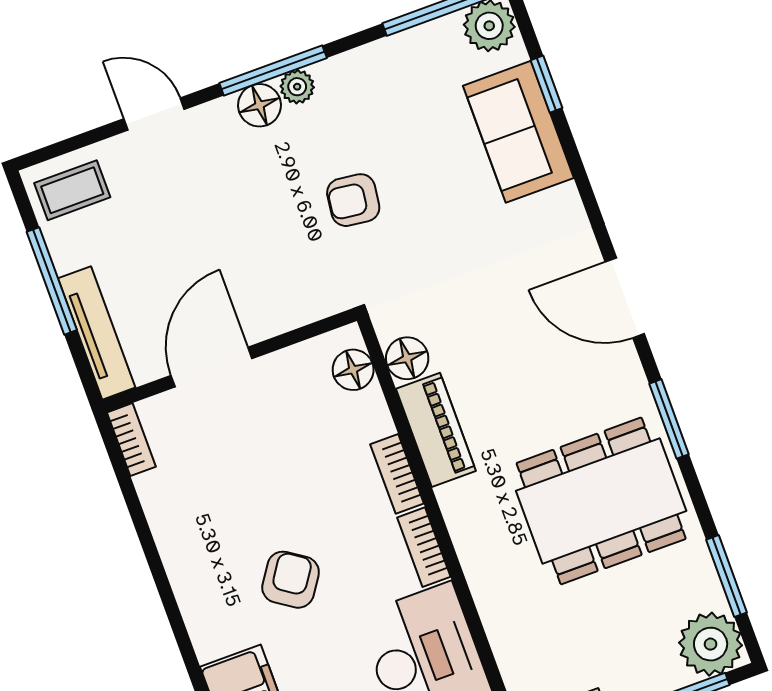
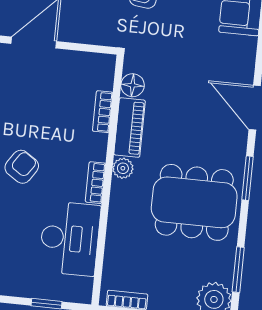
floor lamp: (353, 370) -> (103, 78), removed
bookcase: (397, 474) -> (103, 112), moved
plant: (457, 502) -> (123, 168), added

